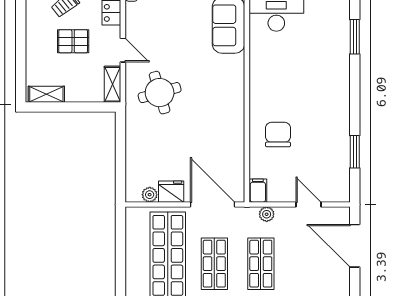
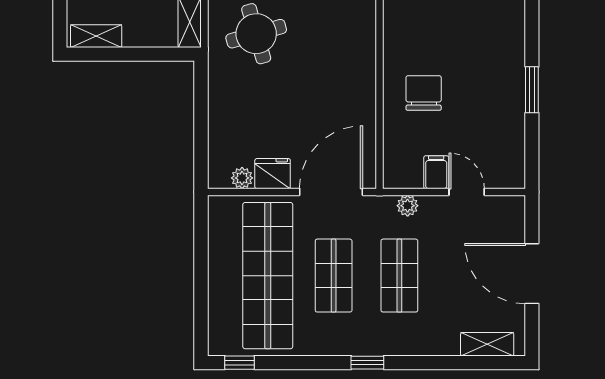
window: (355, 152) -> (532, 90), moved
filing cabinet: (258, 191) -> (436, 172), moved
door: (213, 204) -> (331, 192), hinge flipped
door: (355, 246) -> (532, 274), moved

